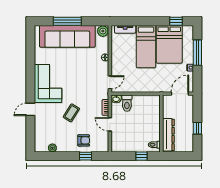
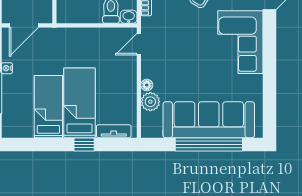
window: (67, 21) -> (209, 144), width x1.46
window: (176, 21) -> (84, 144), moved
plant: (103, 31) -> (150, 102), moved
bed: (169, 44) -> (48, 107), width x0.67

